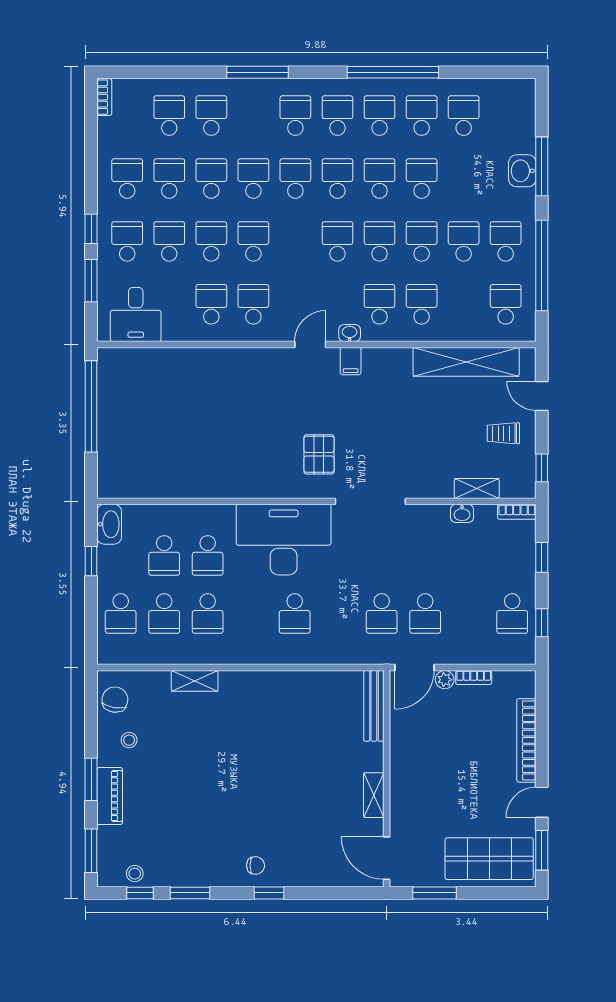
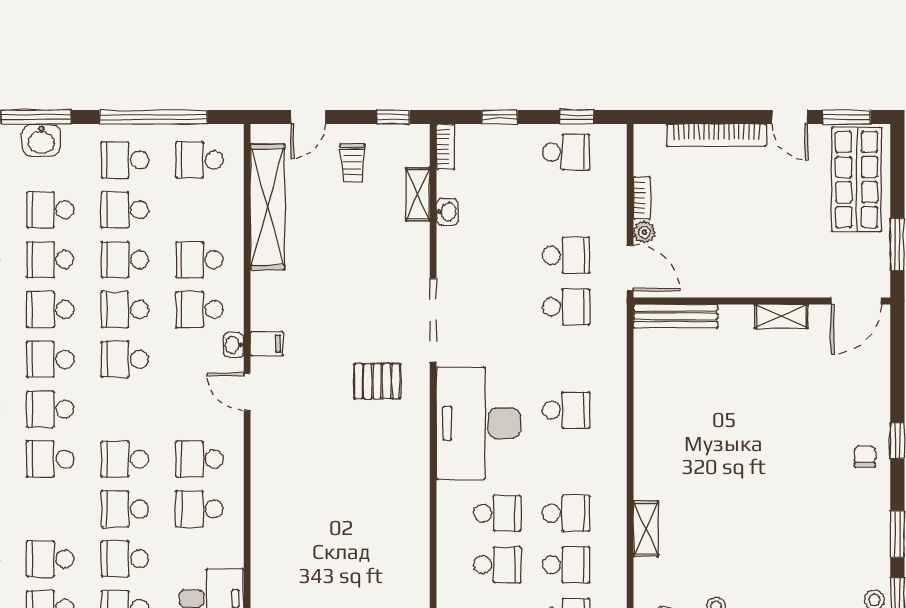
school desk: (211, 178) -> (50, 210), moved

